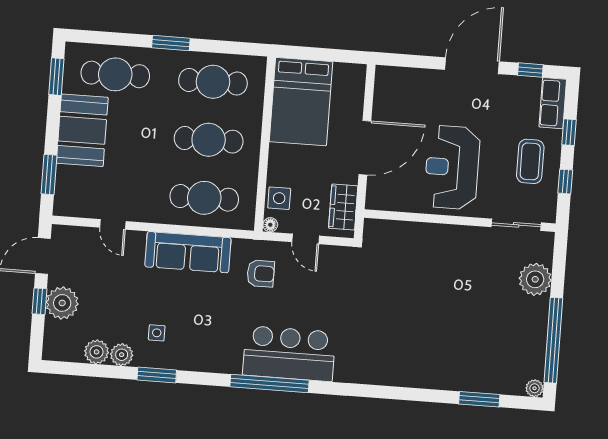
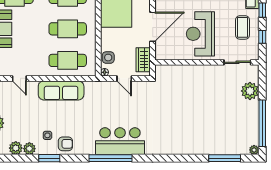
armchair: (261, 274) -> (65, 144), moved
window: (479, 399) -> (225, 158), width x1.44

